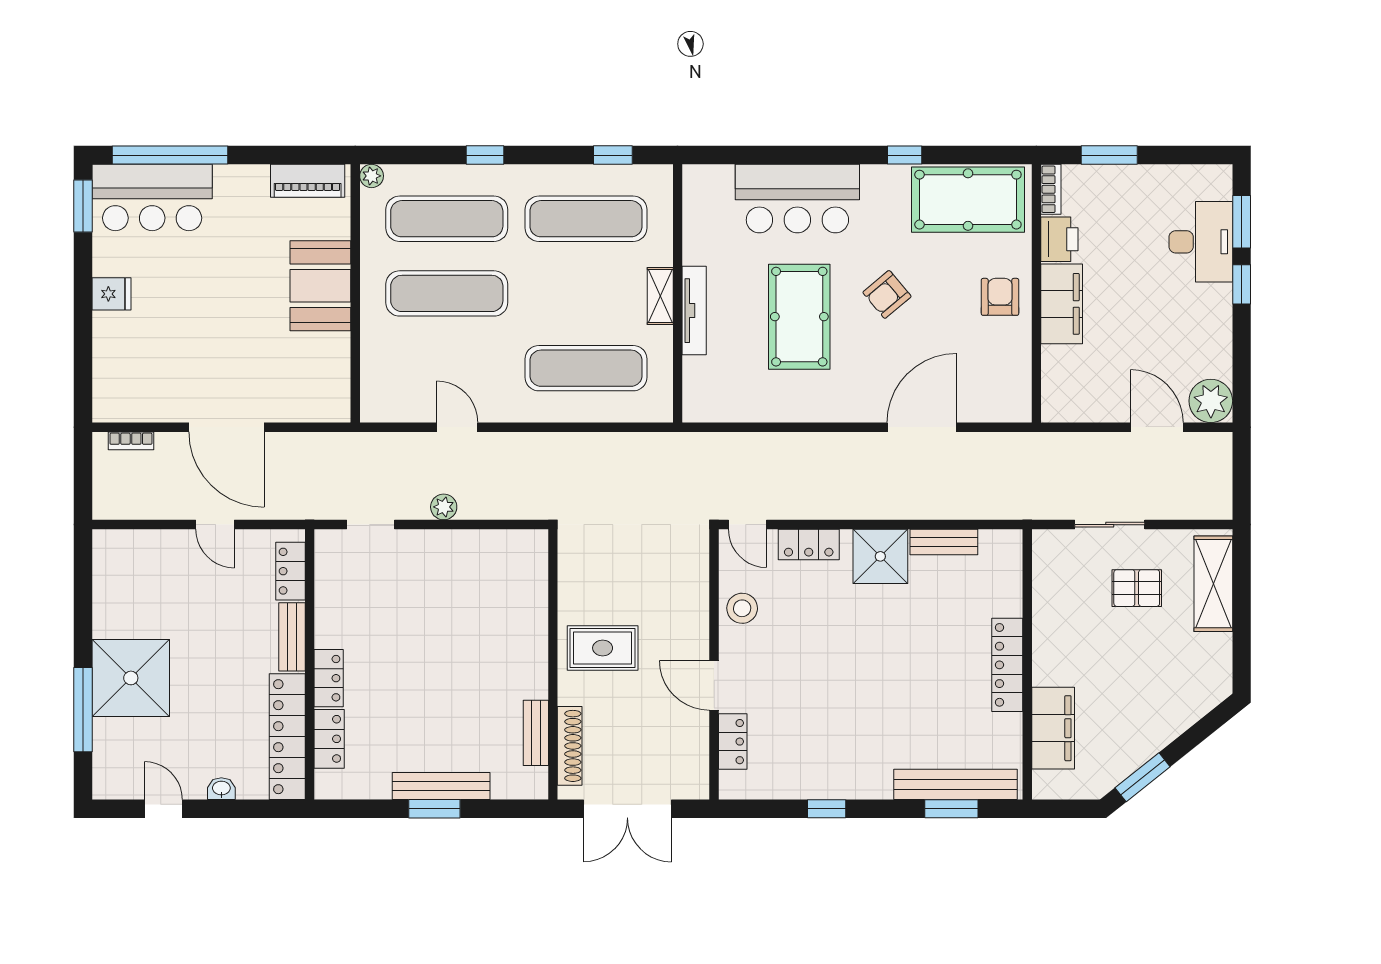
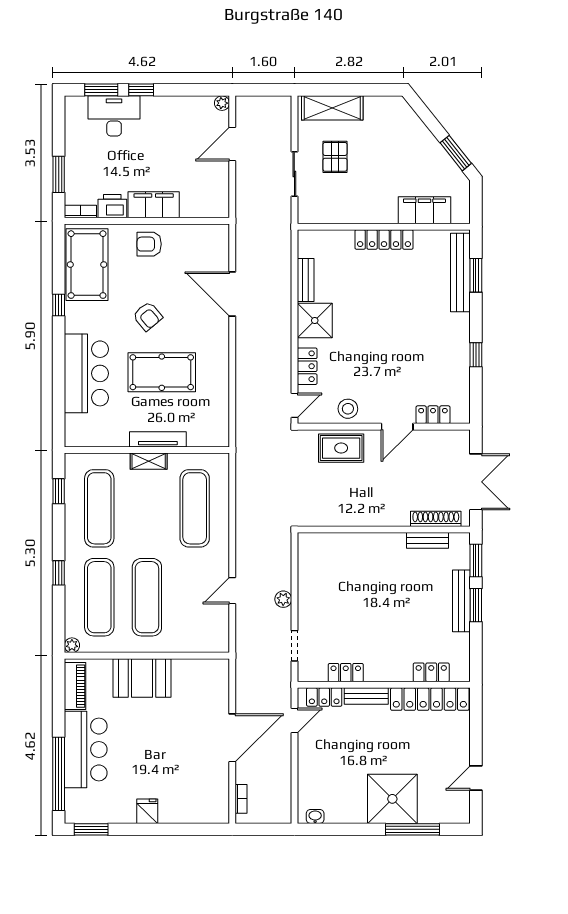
bar counter: (152, 198) -> (86, 749), moved
plant: (1211, 401) -> (222, 103), width x0.53, depth x0.53
door: (215, 525) -> (294, 721), moved
rug: (603, 648) -> (341, 448), moved, turned 90
locker: (329, 678) -> (346, 673), moved
washbasin: (221, 789) -> (315, 816), moved, turned 90
window: (504, 809) -> (476, 560), added

